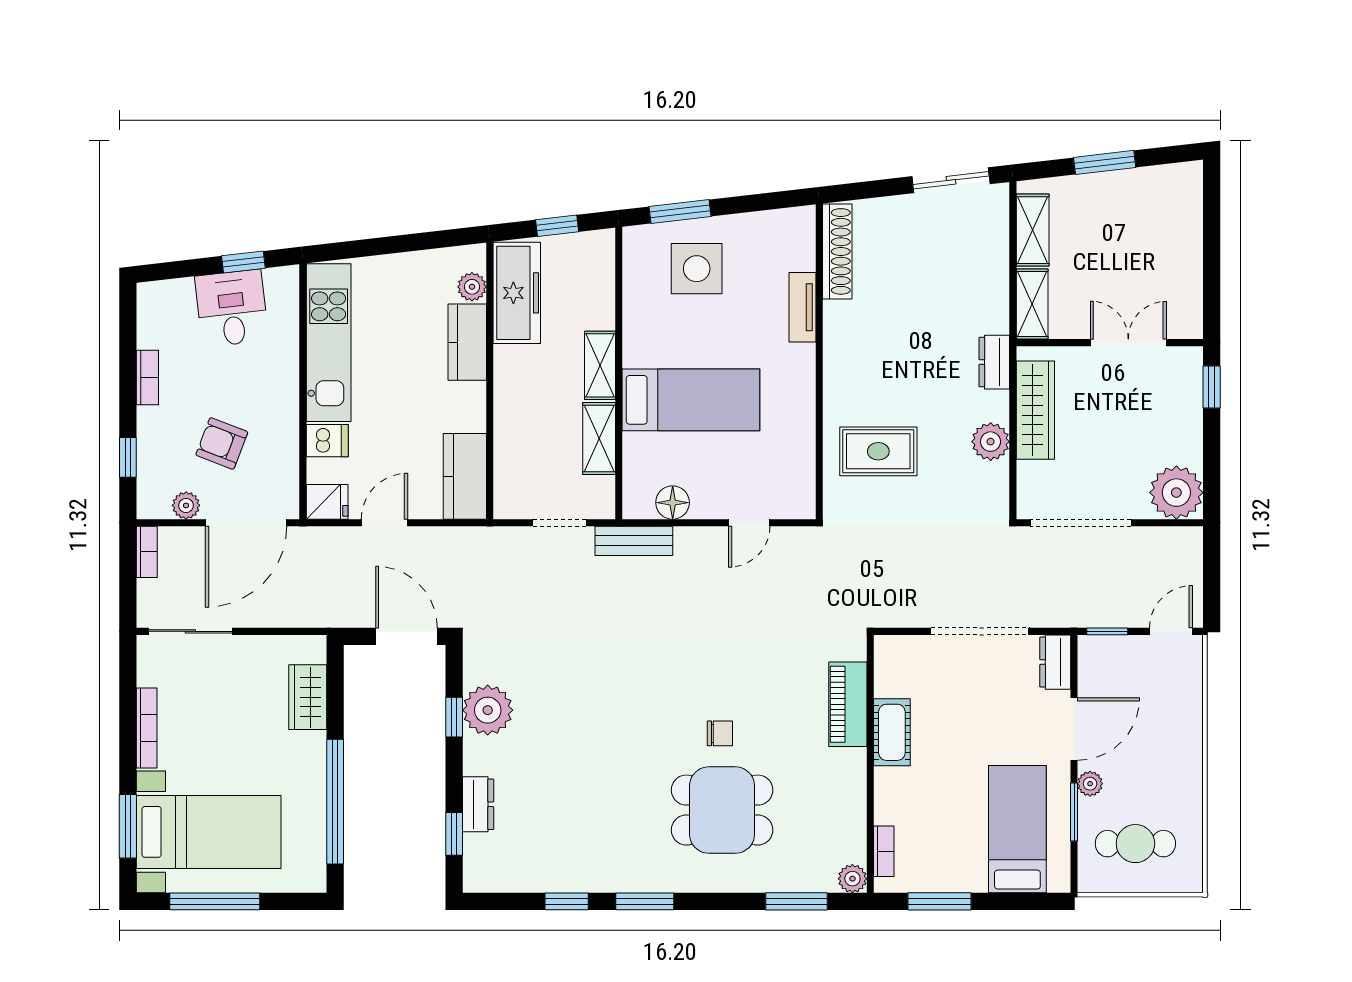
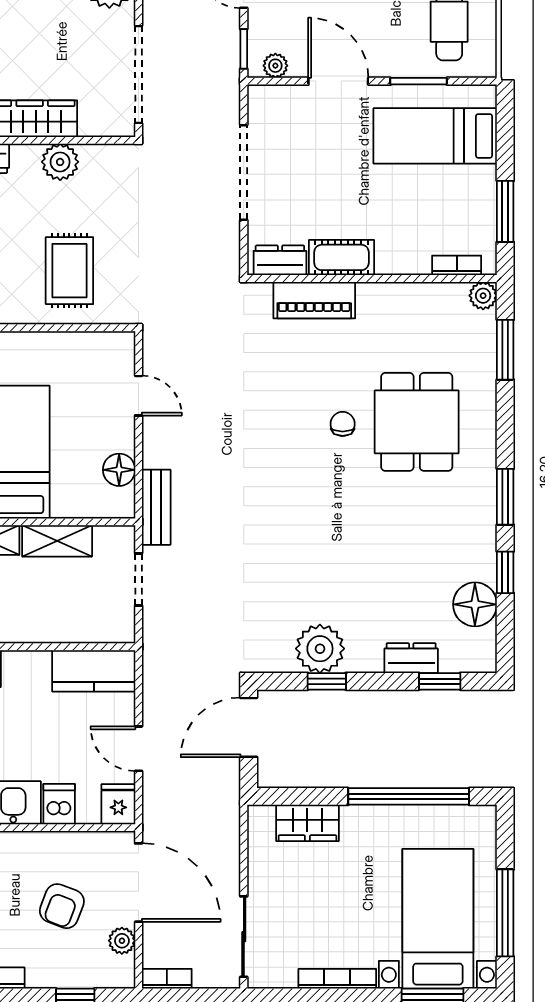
dresser: (1055, 662) -> (280, 260), moved, turned 180
plant: (1090, 784) -> (275, 66), moved
floor lamp: (533, 870) -> (475, 604), added

